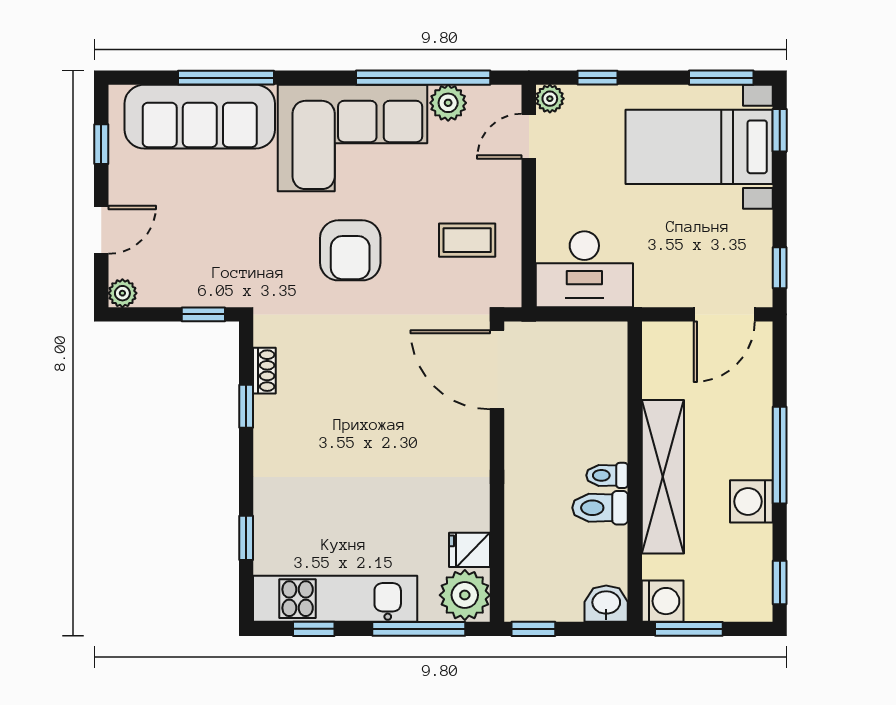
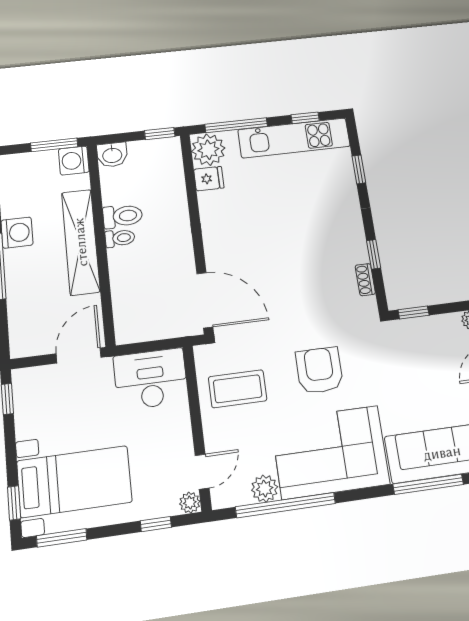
coffee table: (467, 240) -> (238, 389), width x1.36, depth x1.30
door: (724, 314) -> (79, 356), moved

